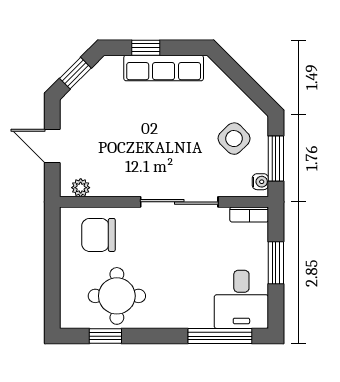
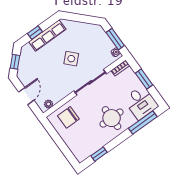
side table: (234, 139) -> (71, 59), moved
door: (52, 146) -> (26, 96), swing flipped
round table: (117, 296) -> (112, 118), moved

